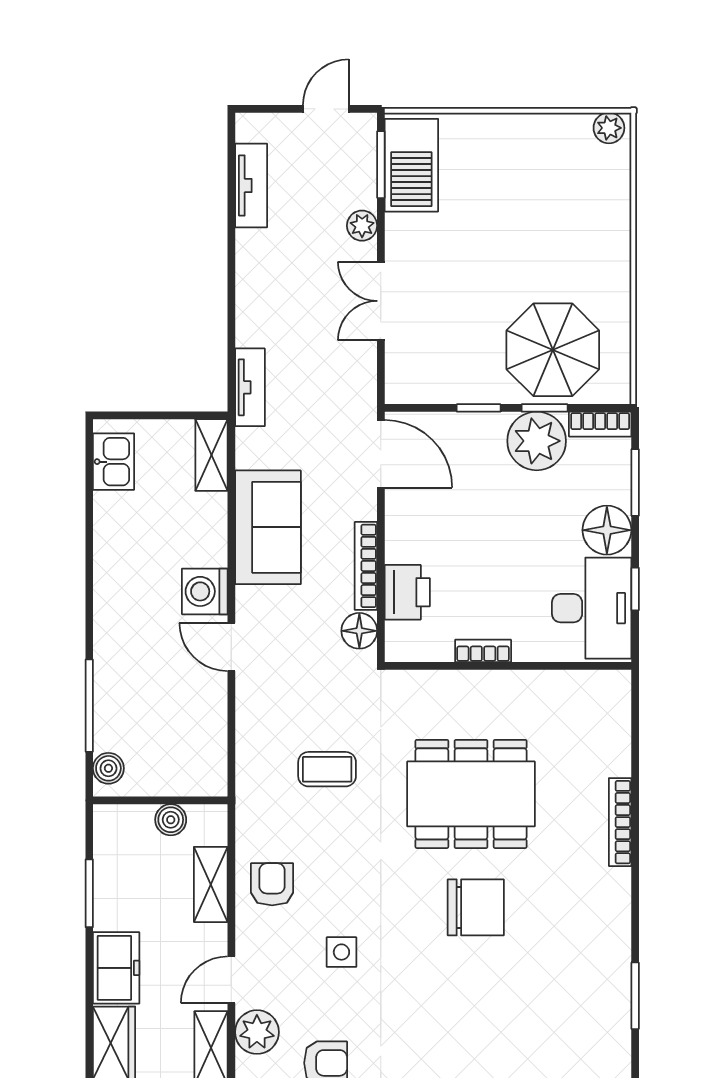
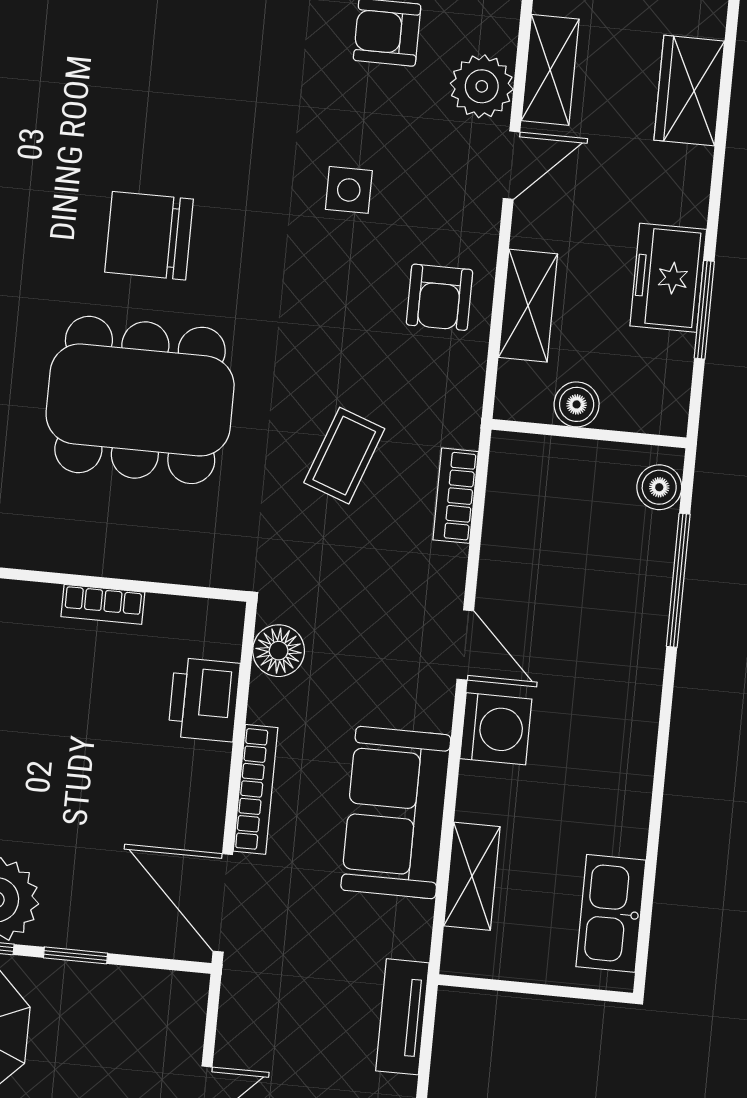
shelving: (211, 455) -> (472, 876), moved
kitchen sink: (114, 462) -> (611, 913), width x1.38
bookcase: (366, 566) -> (256, 789), moved
bookcase: (248, 749) -> (456, 496), added
coffee table: (327, 769) -> (344, 456), turned -70
freezer: (116, 968) -> (668, 278), moved

